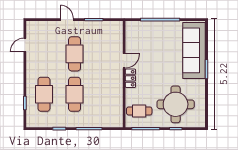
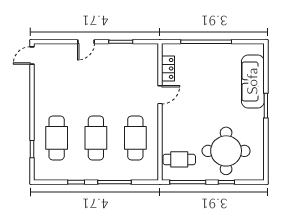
door: (67, 20) -> (86, 42), swing flipped
door: (25, 45) -> (32, 55), moved
sofa: (194, 50) -> (253, 81), width x0.74, depth x0.79
cafe table: (75, 54) -> (135, 138), moved
locker: (130, 78) -> (168, 68), moved

